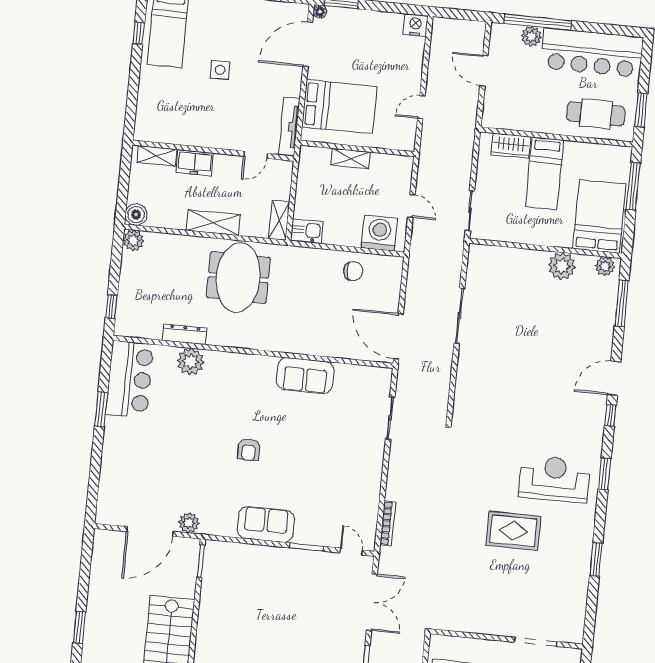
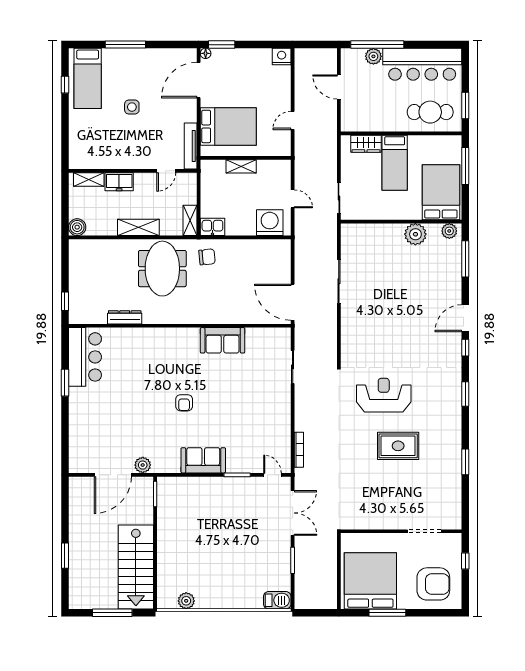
plant: (133, 240) -> (77, 248), removed
chair: (353, 271) -> (207, 257), moved
plant: (191, 361) -> (131, 338), removed
reception desk: (554, 479) -> (384, 395), moved

